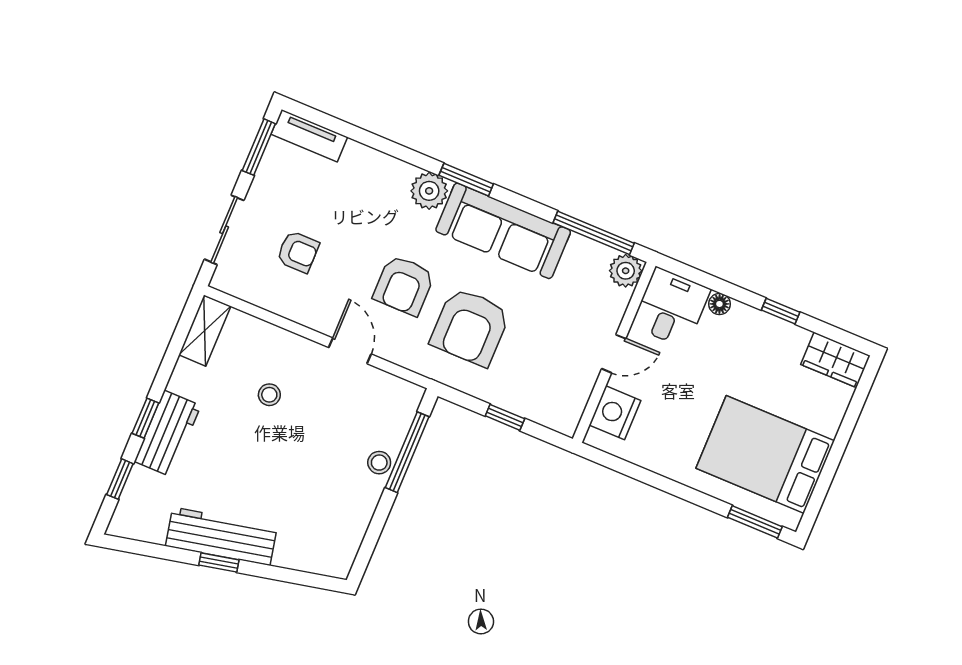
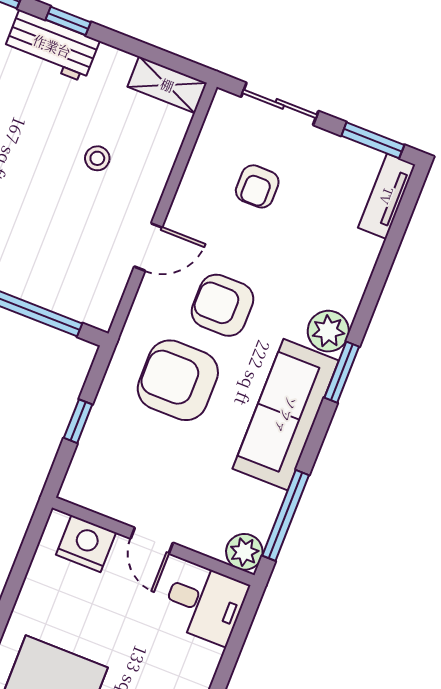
floor lamp: (719, 304) -> (210, 657), removed
stool: (379, 463) -> (24, 282), removed

